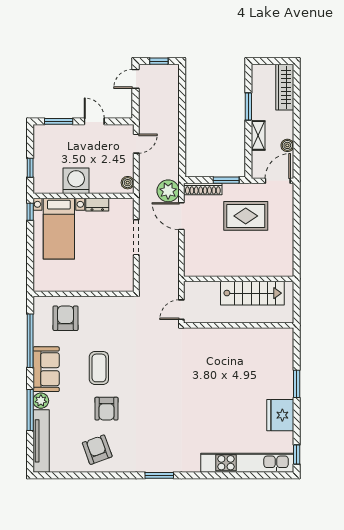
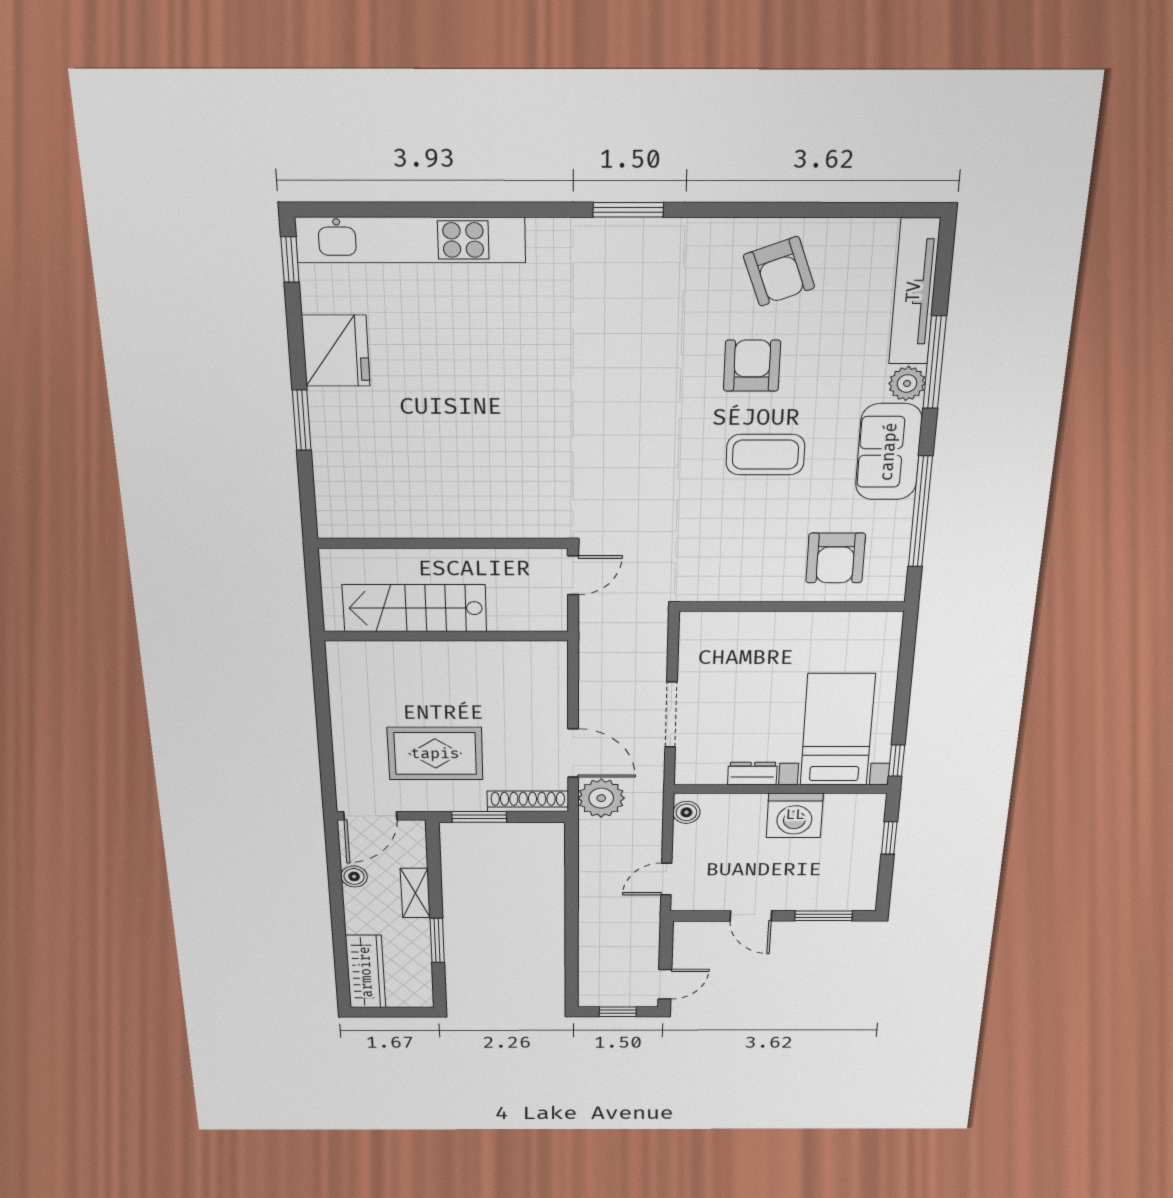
coffee table: (99, 368) -> (765, 455), turned 90

